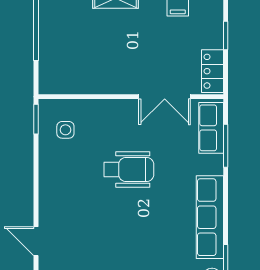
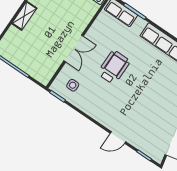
double door: (165, 97) -> (74, 48), moved

